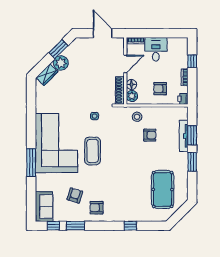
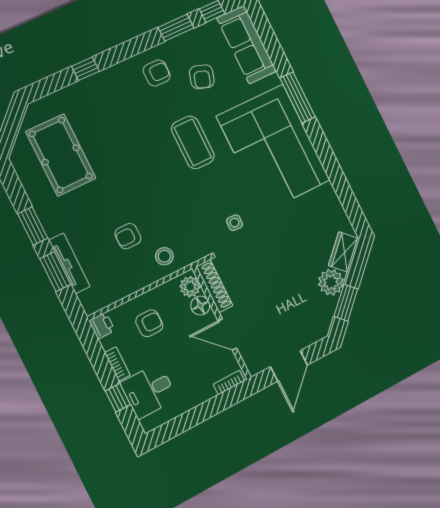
door: (103, 33) -> (289, 366), hinge flipped
desk: (156, 49) -> (149, 391), moved, turned 90
door: (125, 64) -> (227, 335), hinge flipped
coffee table: (93, 151) -> (193, 142), moved
sofa: (44, 207) -> (247, 45), width x1.36

